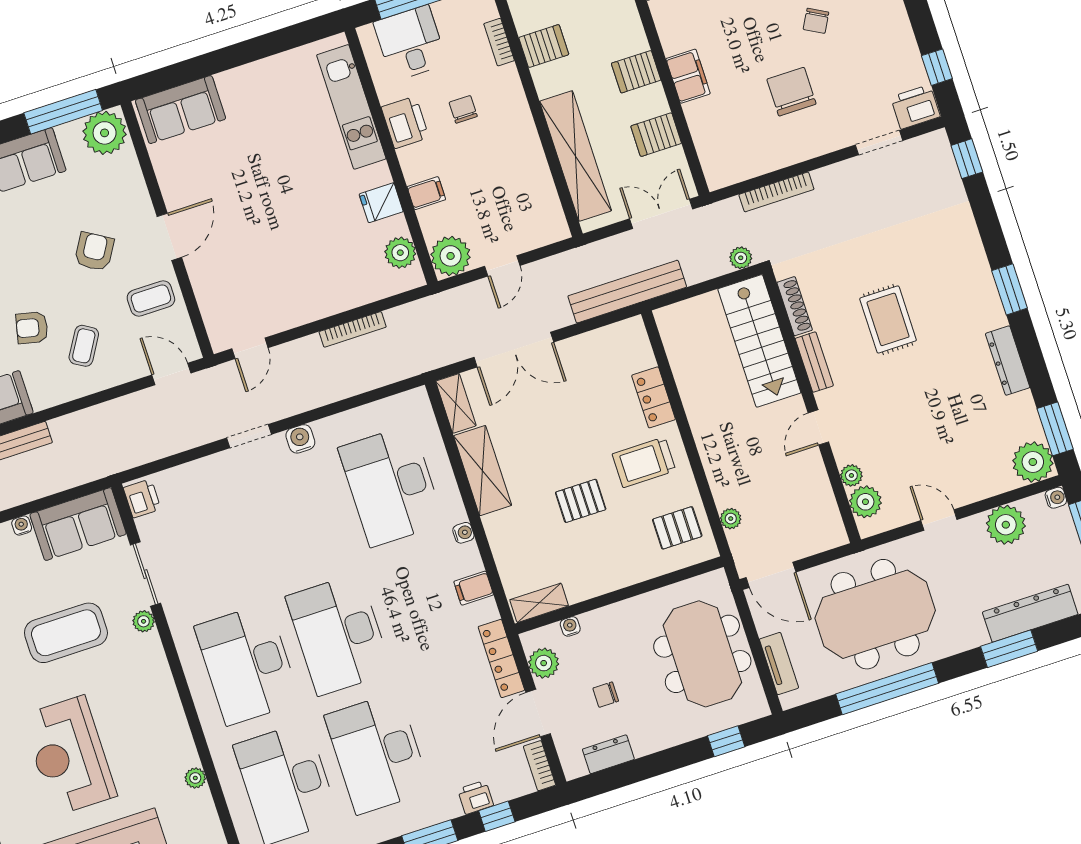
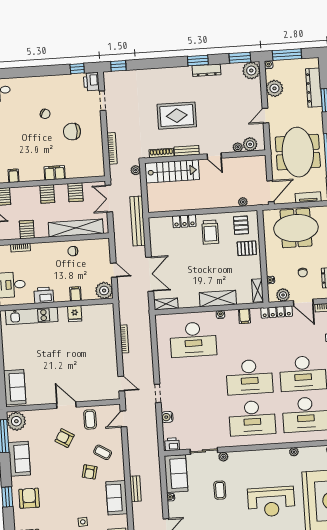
chair: (463, 109) -> (73, 251), moved
plant: (400, 253) -> (97, 311), removed
window: (1010, 289) -> (198, 61), moved
rug: (888, 319) -> (177, 116), width x1.36, depth x1.43
water cooler: (300, 439) -> (167, 417), moved
shelving: (483, 471) -> (218, 299), moved
pallet: (581, 501) -> (247, 248), moved, turned 90
coffee table: (66, 633) -> (220, 490), width x0.54, depth x0.58

